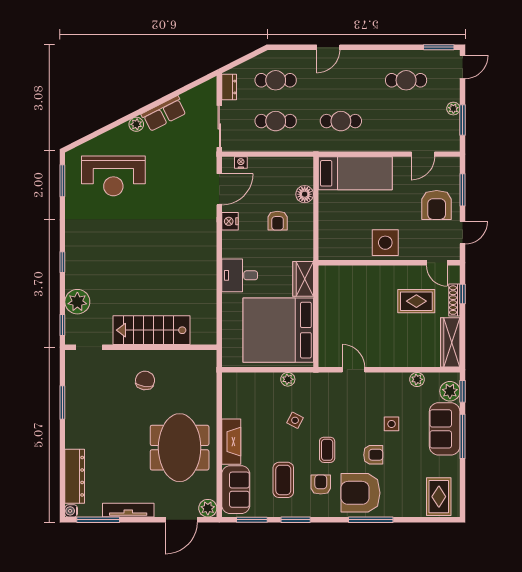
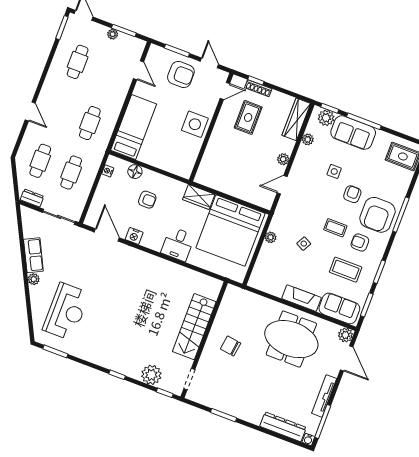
nightstand: (241, 163) -> (108, 171), moved
wardrobe: (450, 342) -> (296, 119), moved, turned 90
plant: (383, 360) -> (283, 159), added

